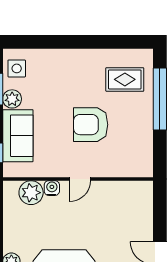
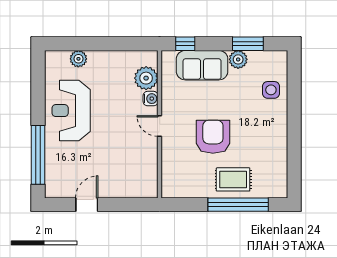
side table: (17, 68) -> (271, 90), moved
rug: (125, 79) -> (233, 179), moved, turned 90

